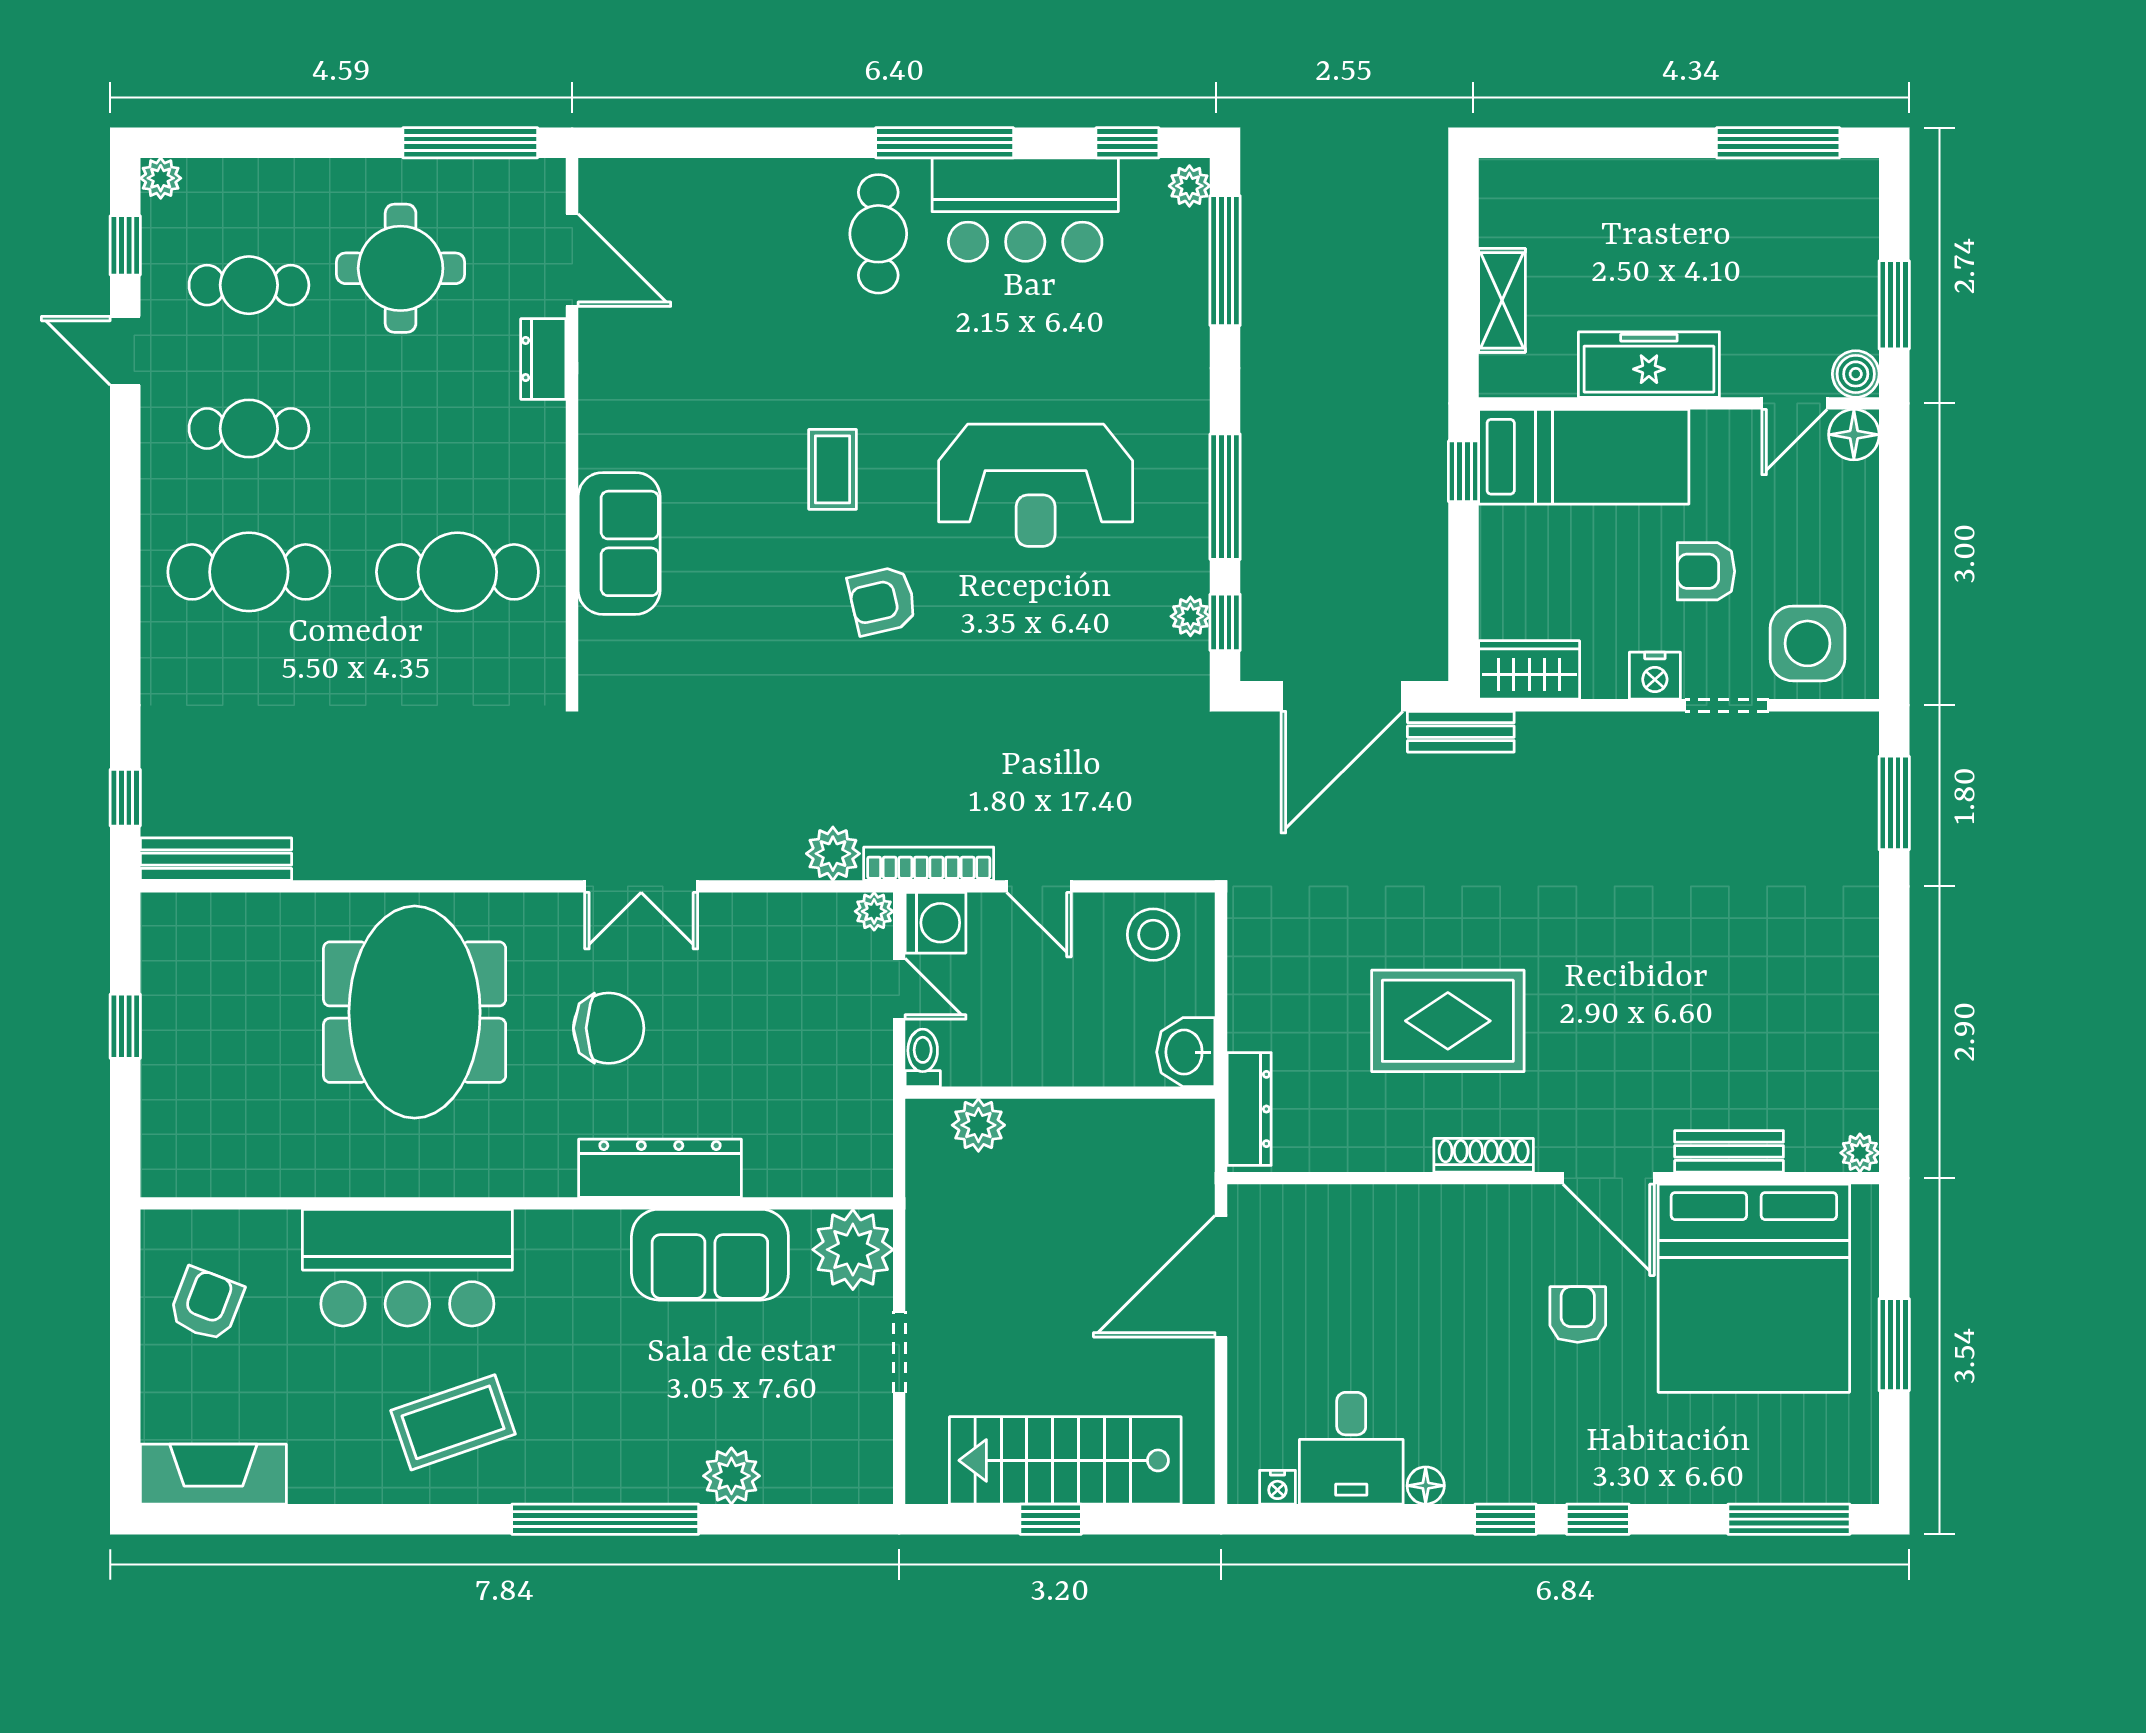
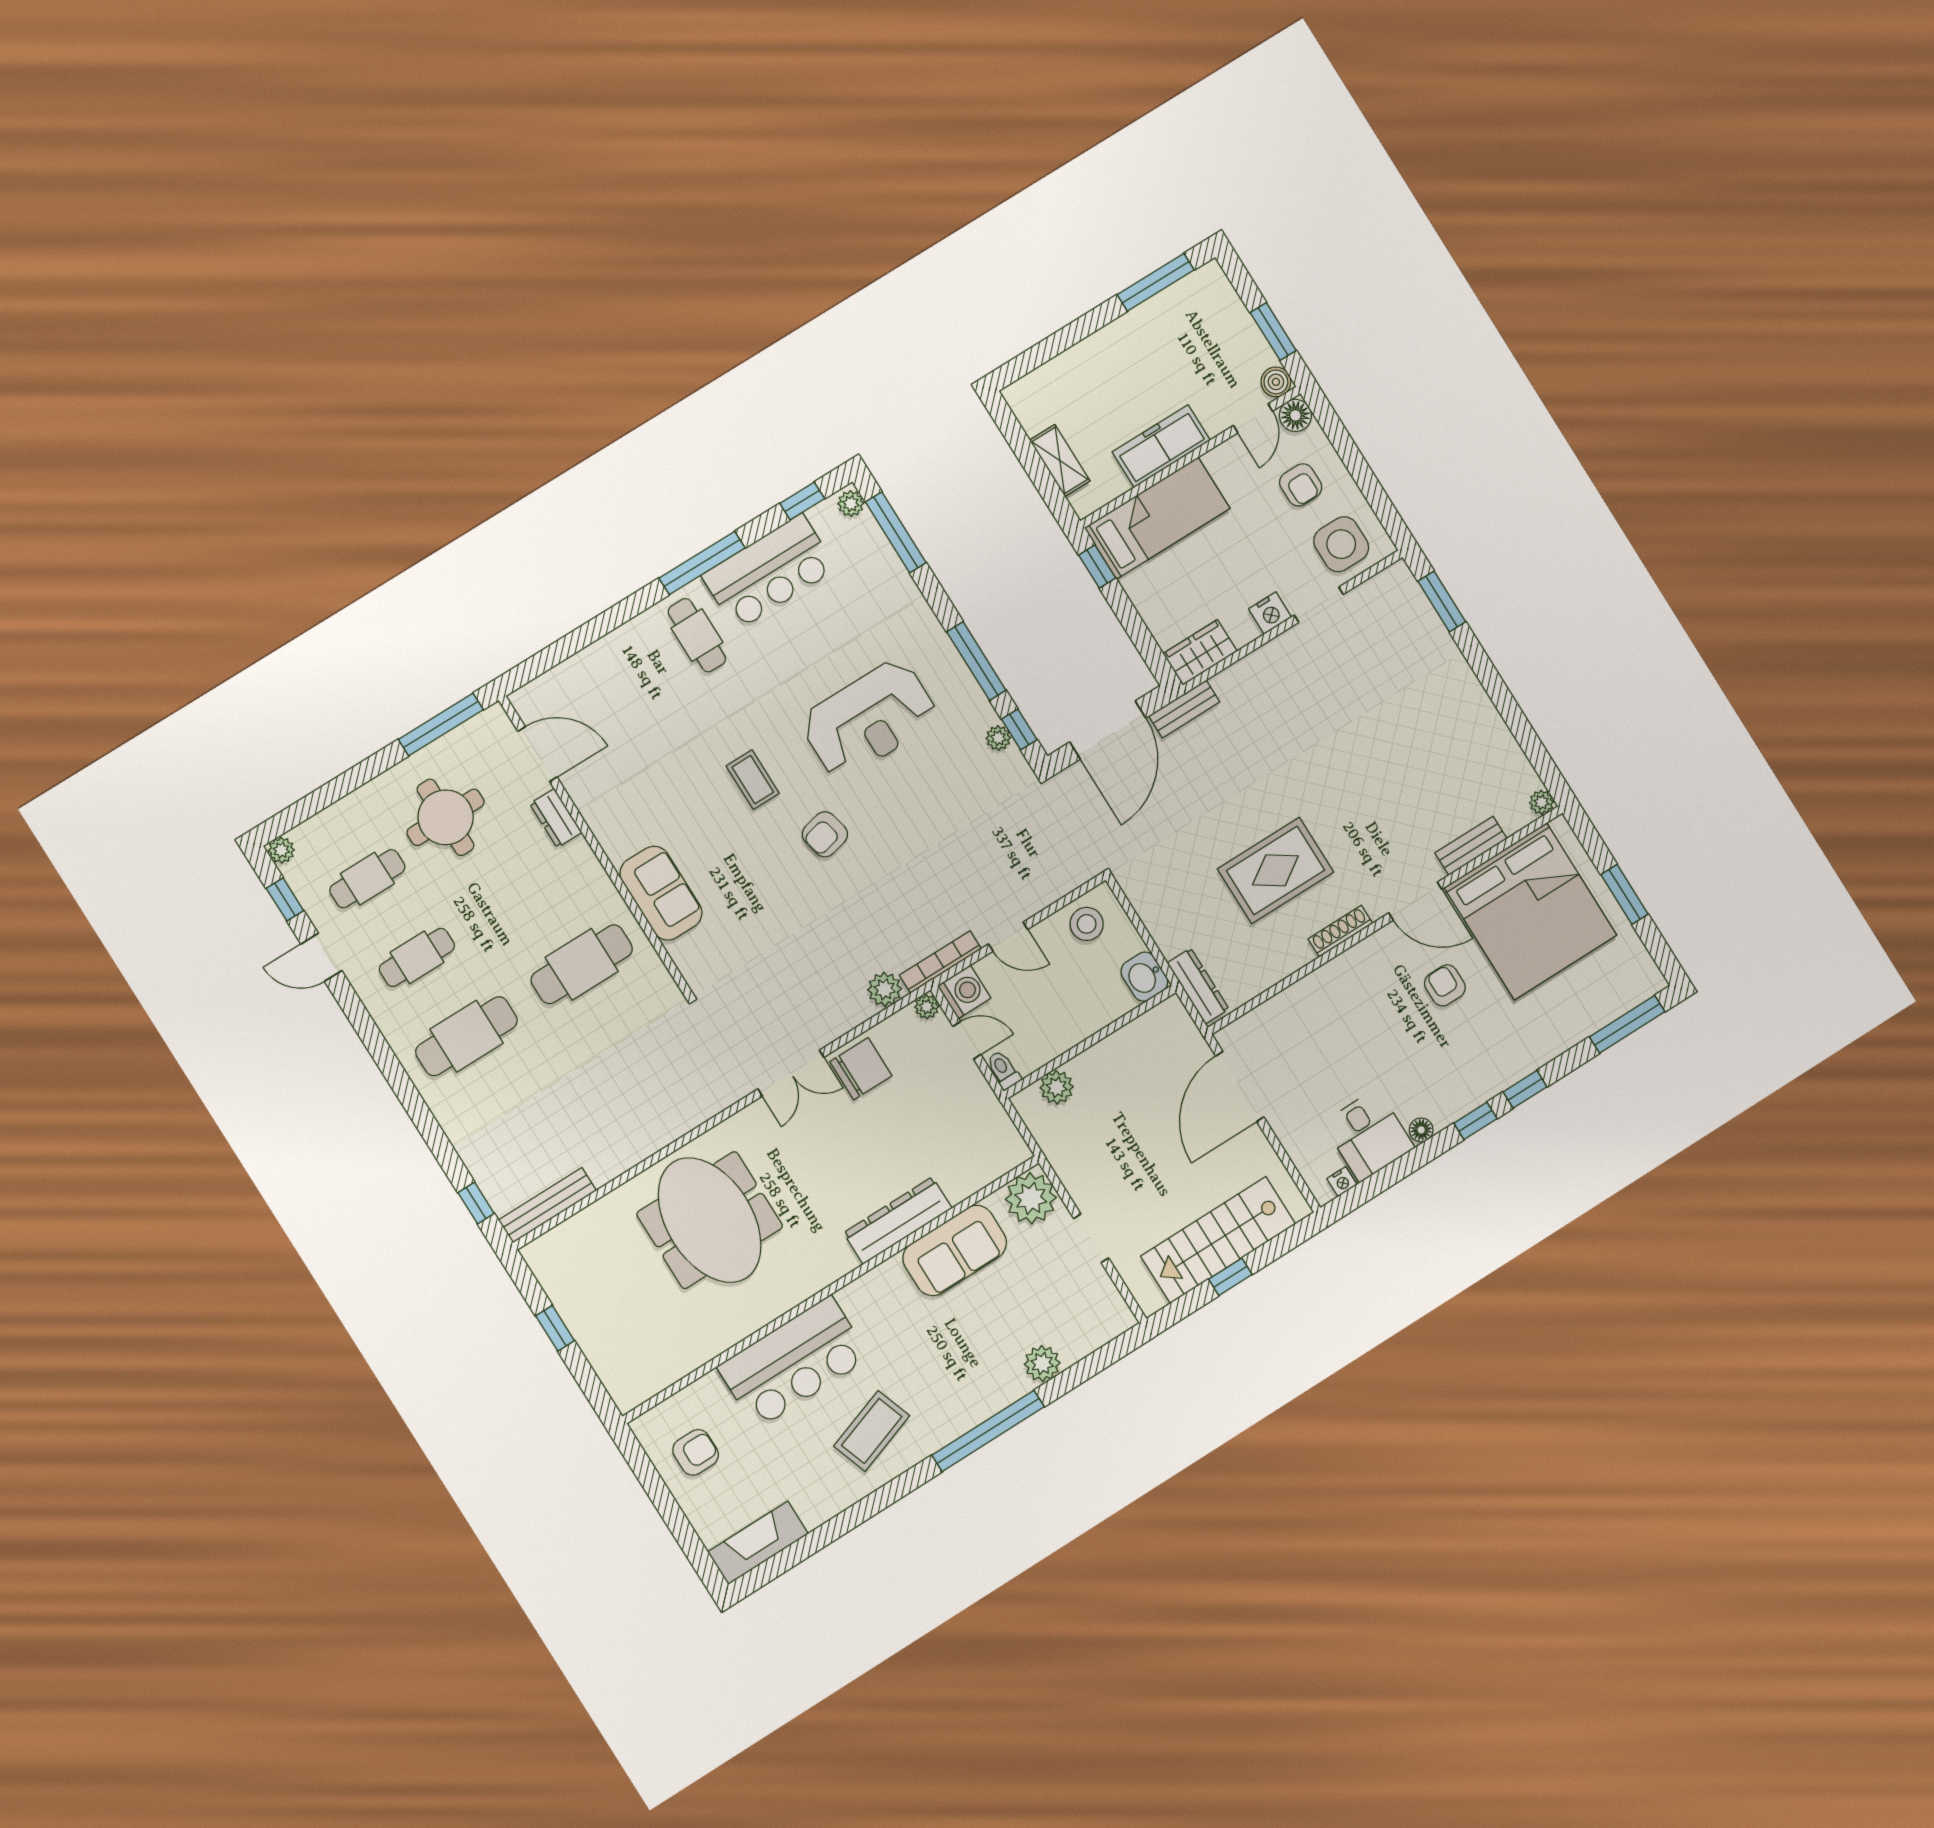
armchair: (1706, 571) -> (1301, 485), moved, turned -90
chair: (609, 1028) -> (861, 1069), moved
armchair: (206, 1304) -> (696, 1452), turned 69

